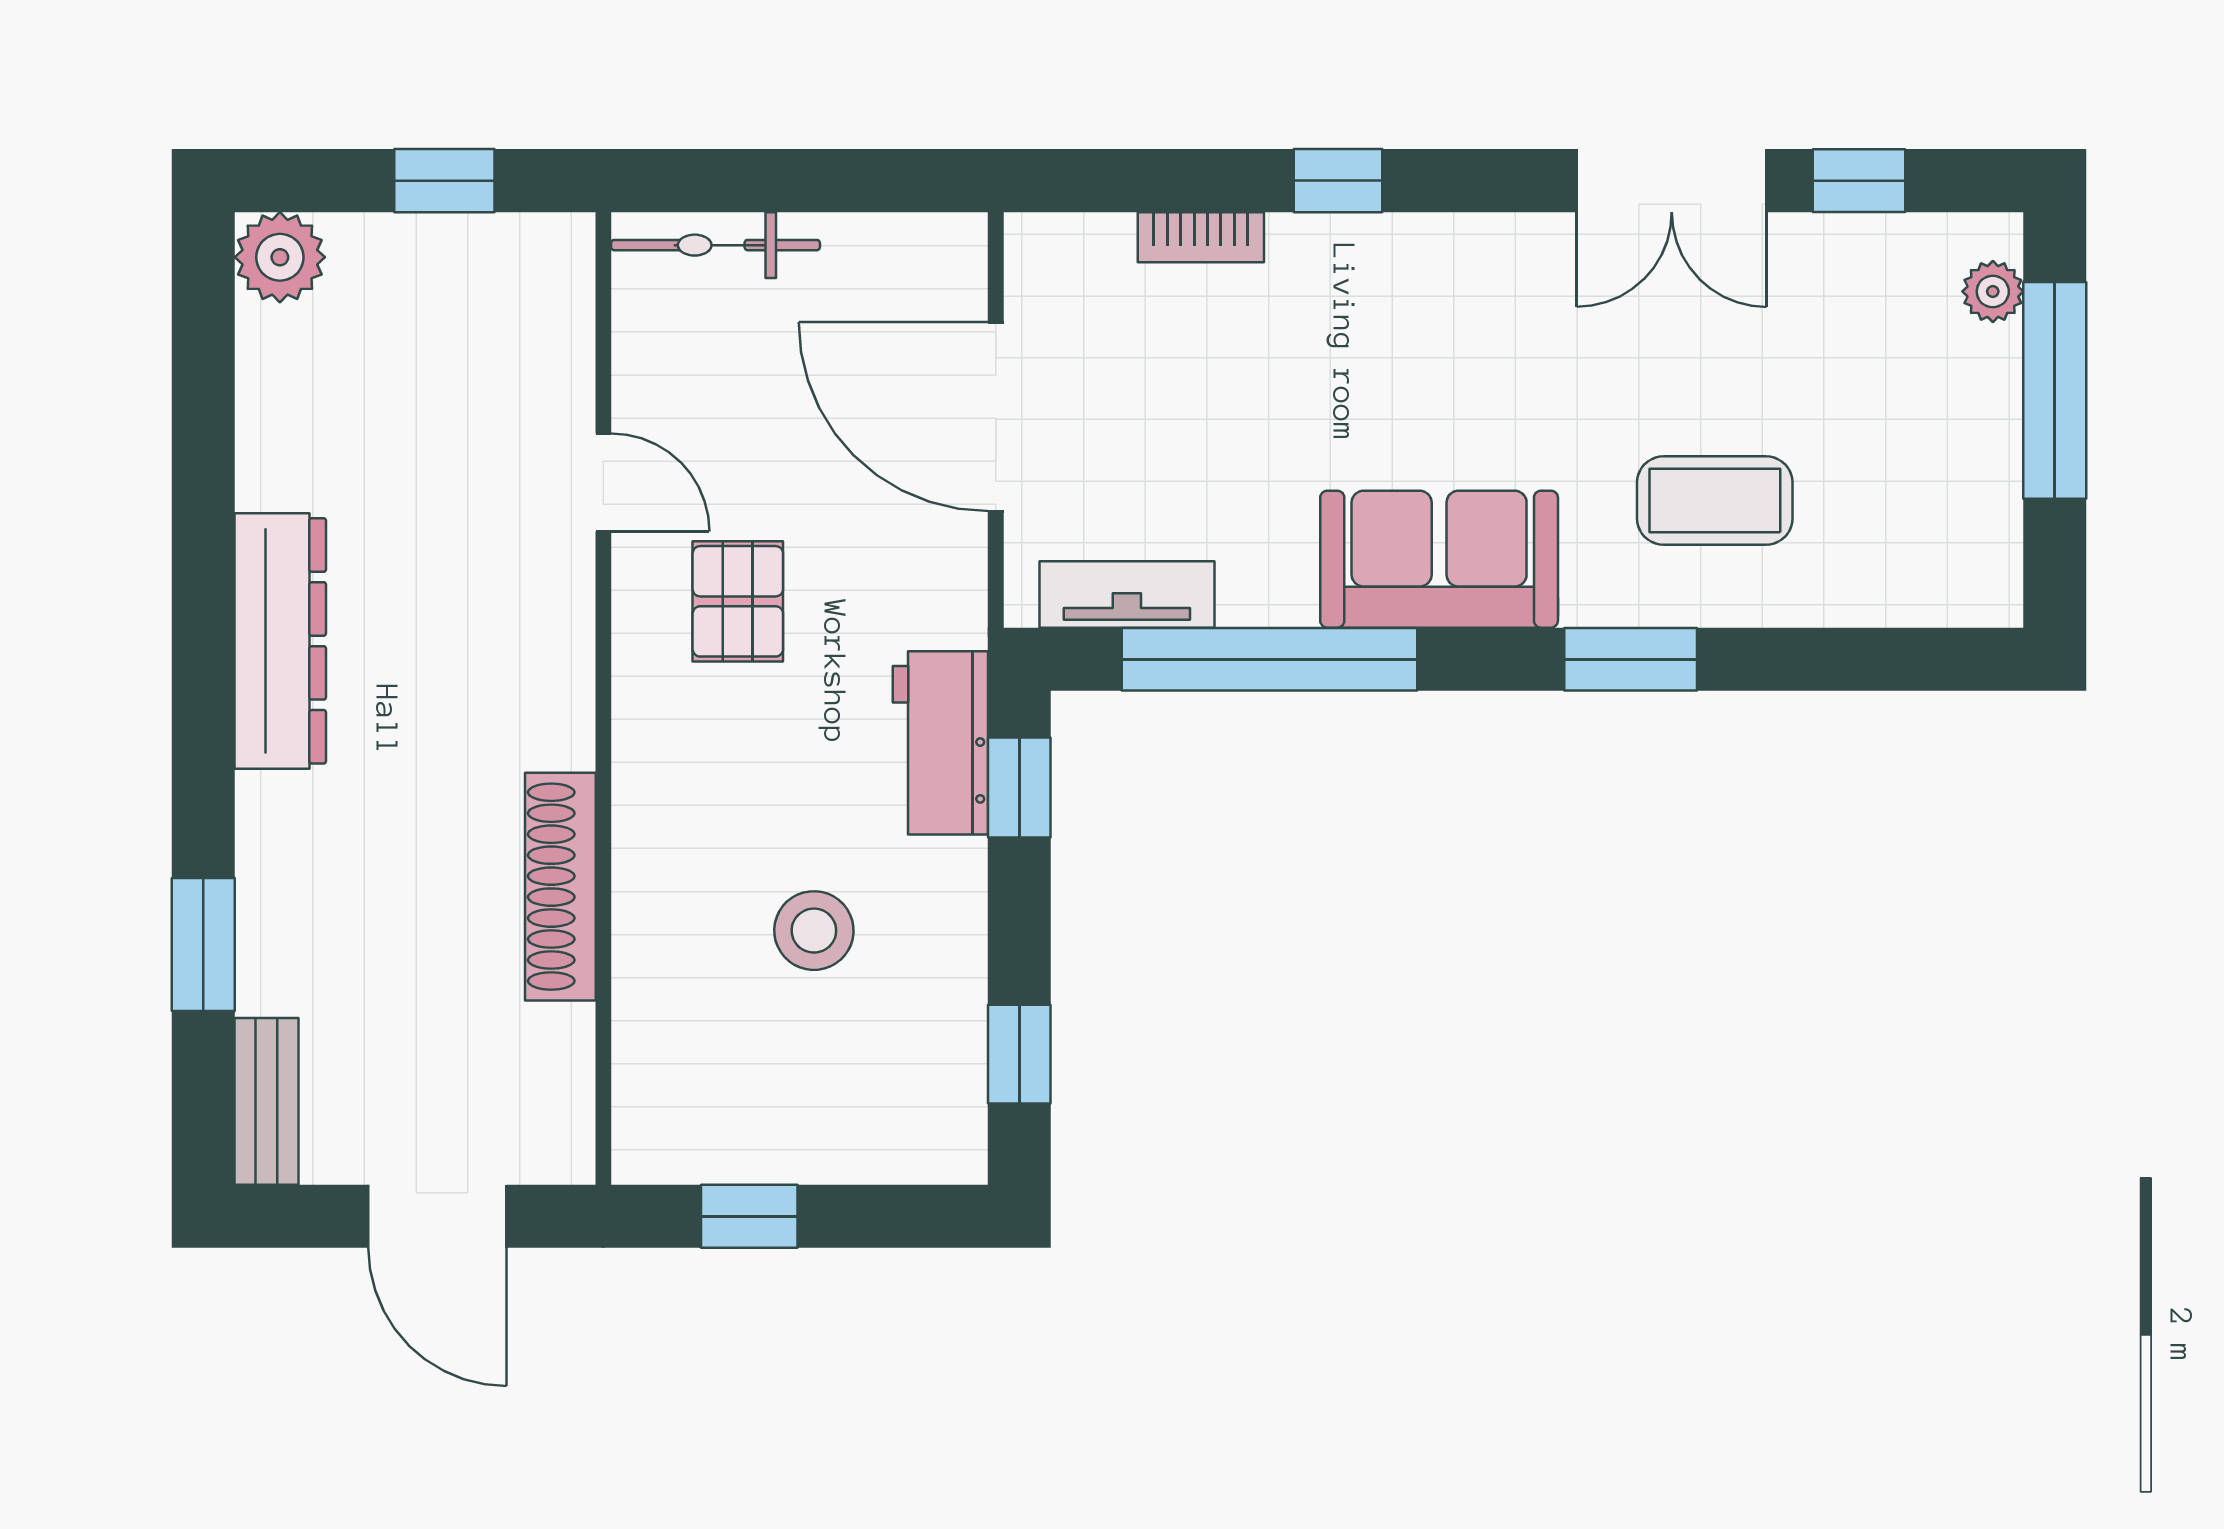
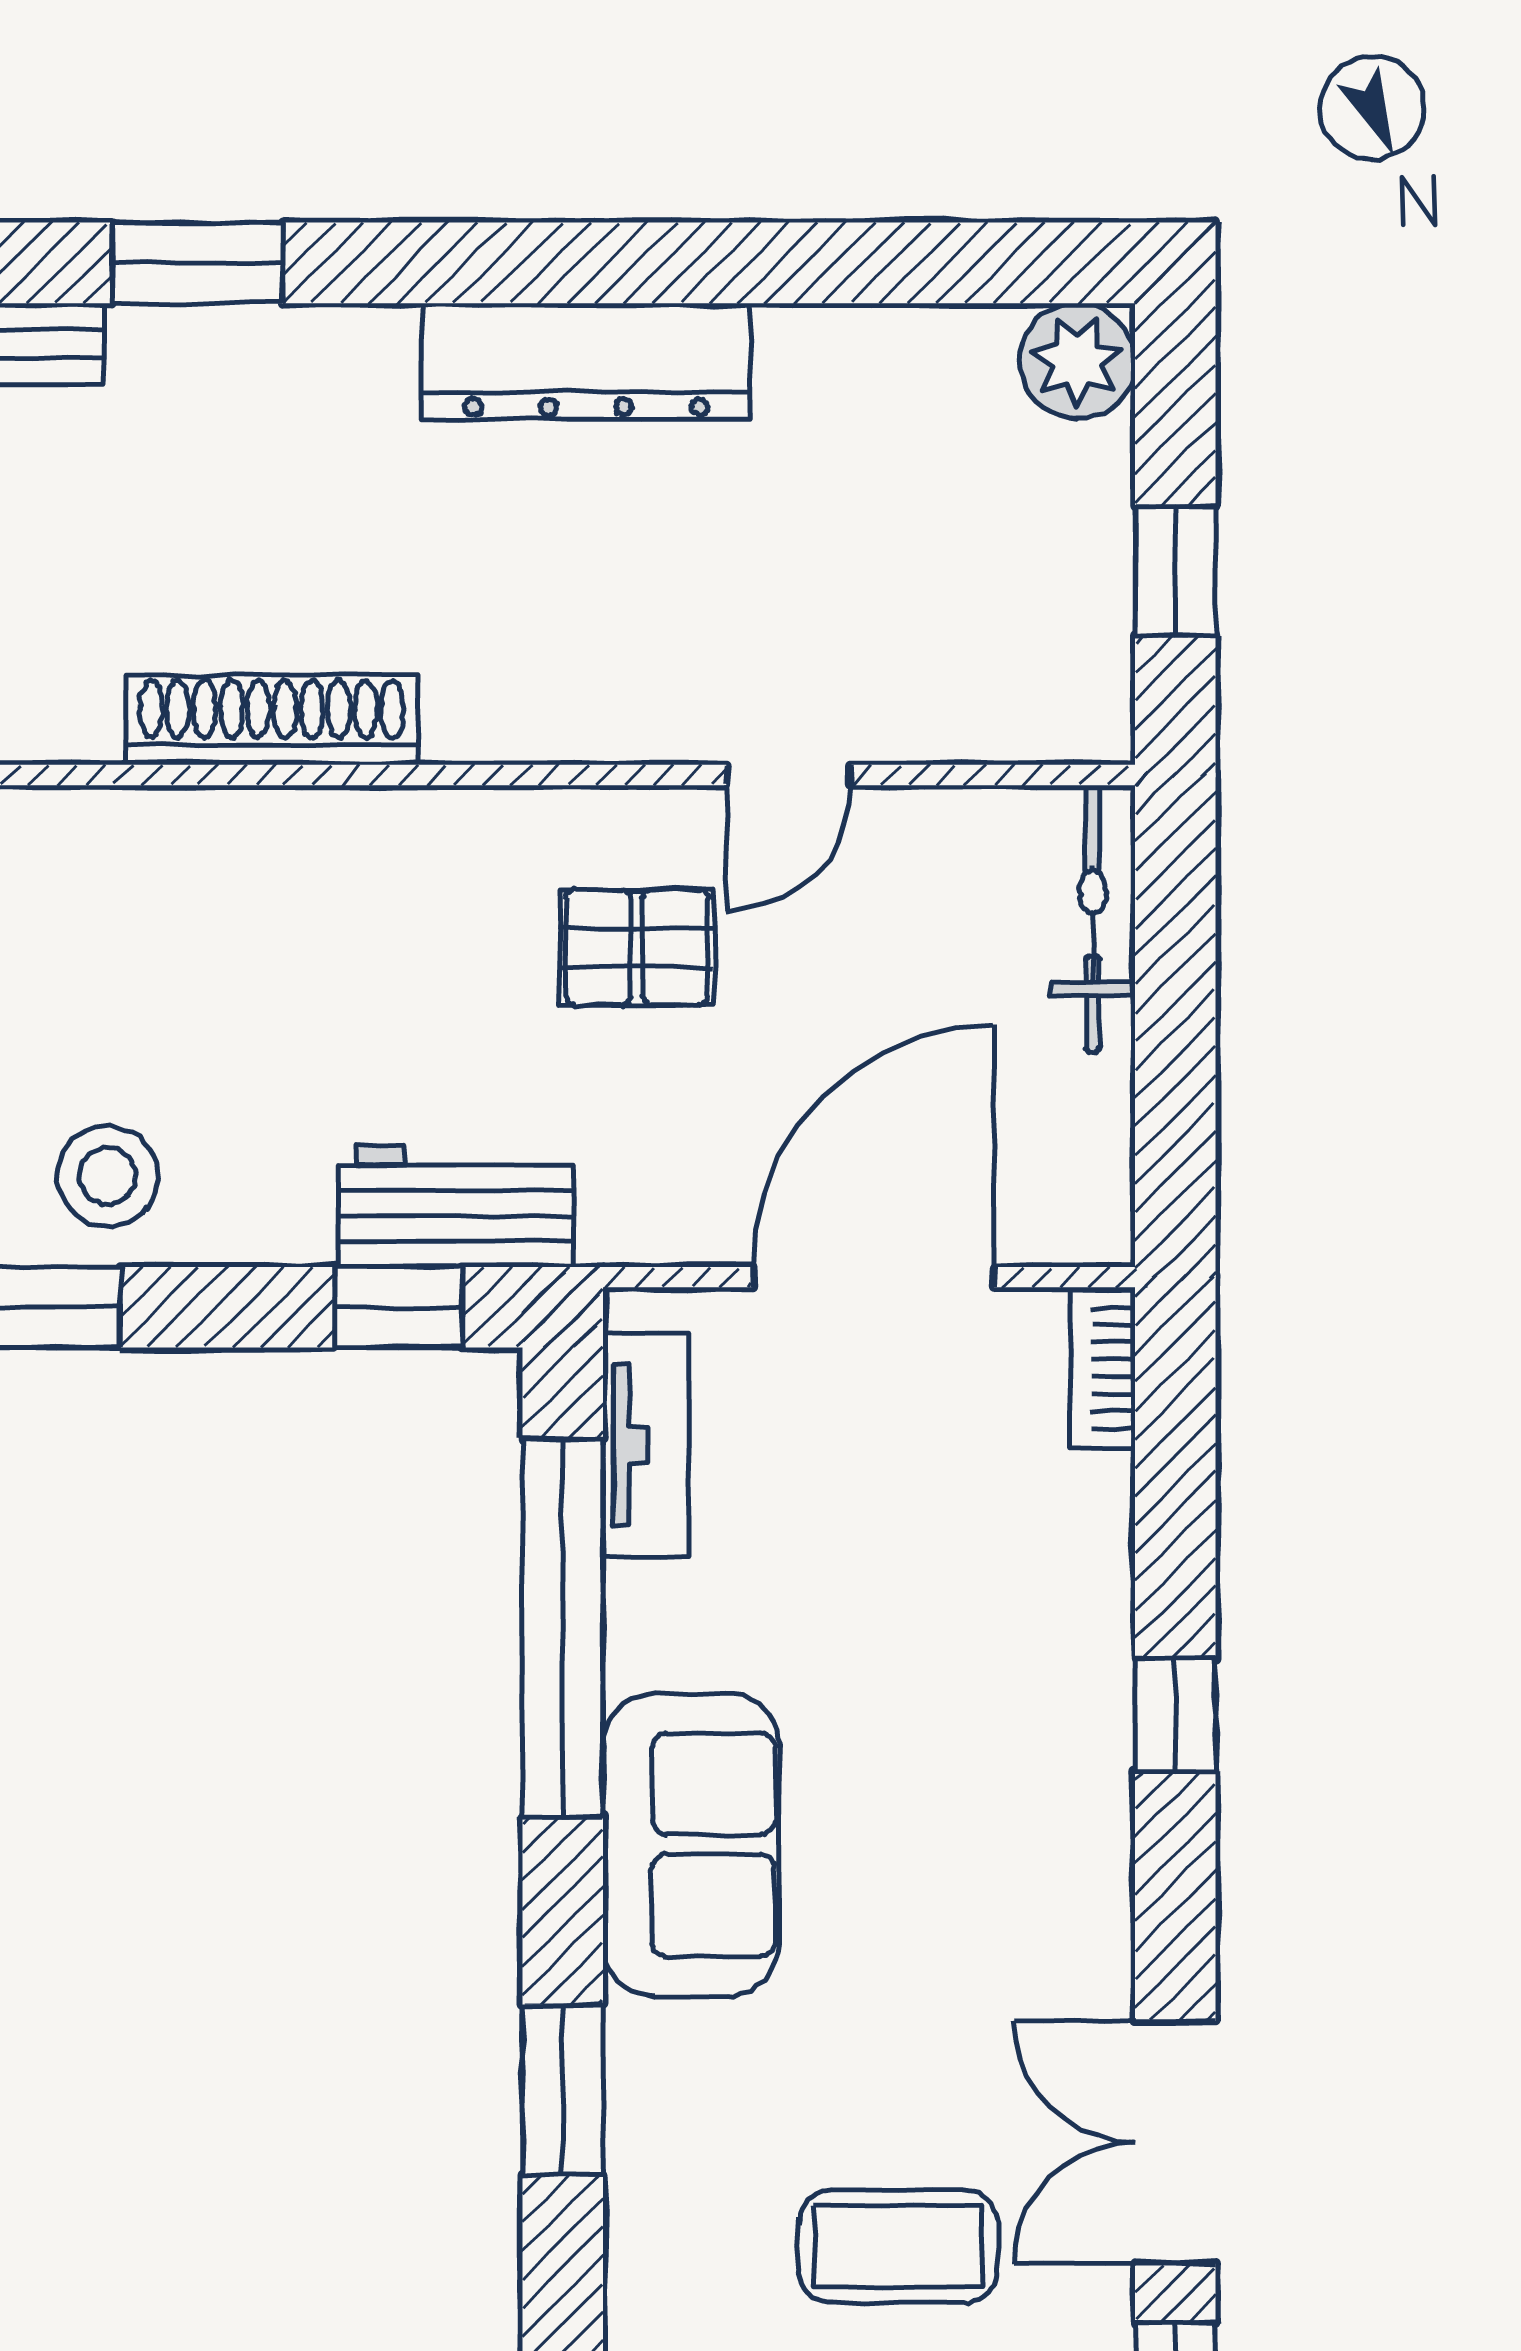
bookcase: (1201, 237) -> (1103, 1368), moved
coffee table: (1715, 500) -> (898, 2246), moved, turned 90
stool: (814, 931) -> (107, 1176), moved

